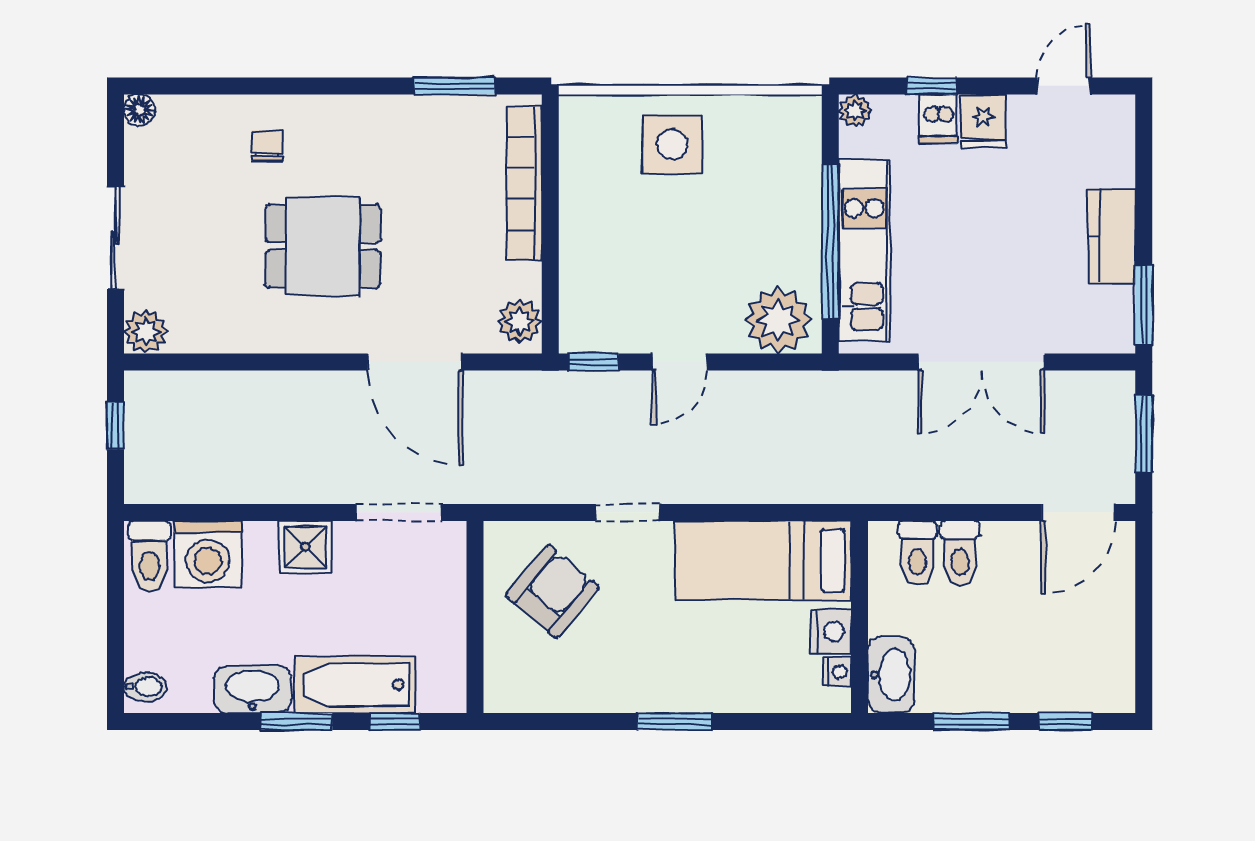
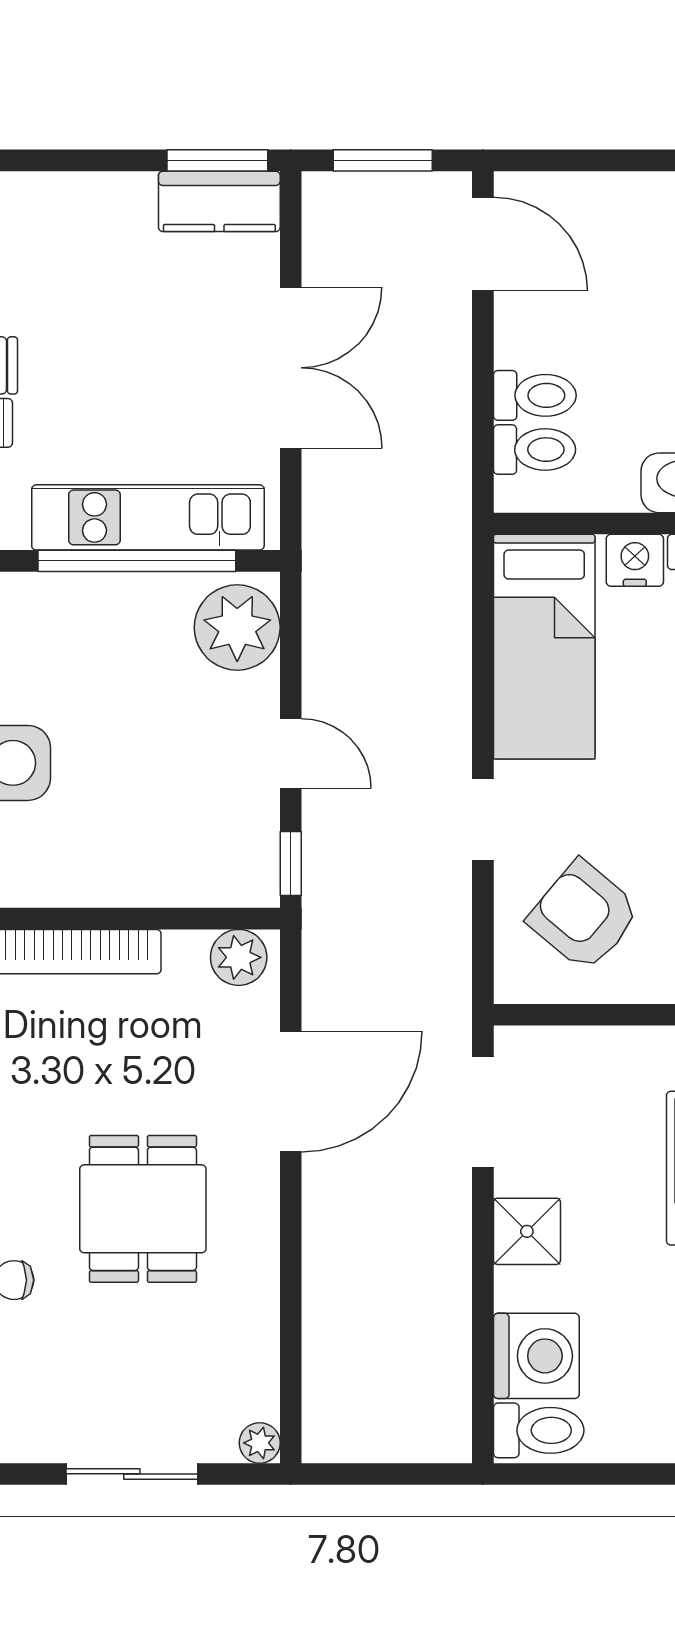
kitchen counter: (1112, 236) -> (219, 201), moved
plant: (146, 332) -> (260, 1443), width x0.73, depth x0.73
window: (115, 425) -> (372, 1474), removed

